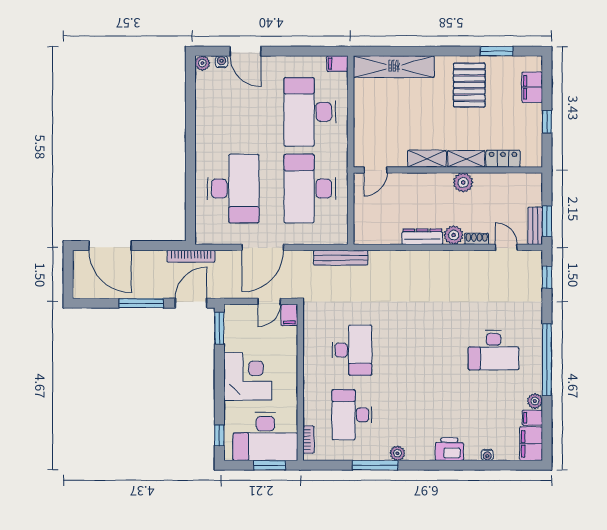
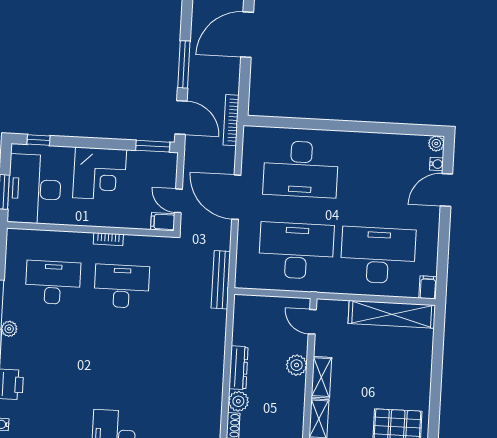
shelving: (394, 67) -> (392, 314), moved, turned 90
plant: (463, 182) -> (297, 365), moved
desk: (352, 350) -> (122, 286), turned 180
bookcase: (308, 439) -> (108, 239), moved

